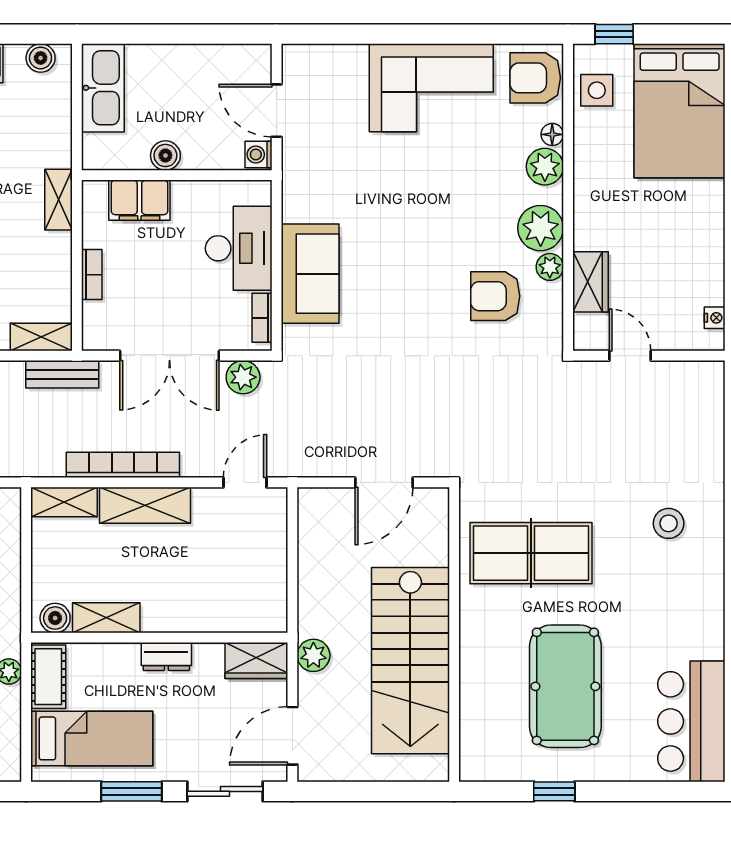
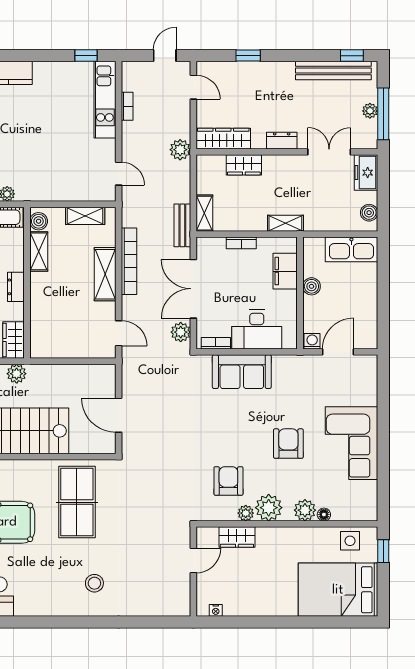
armchair: (535, 78) -> (288, 444), moved
shelving: (64, 502) -> (85, 216), moved, turned 90

